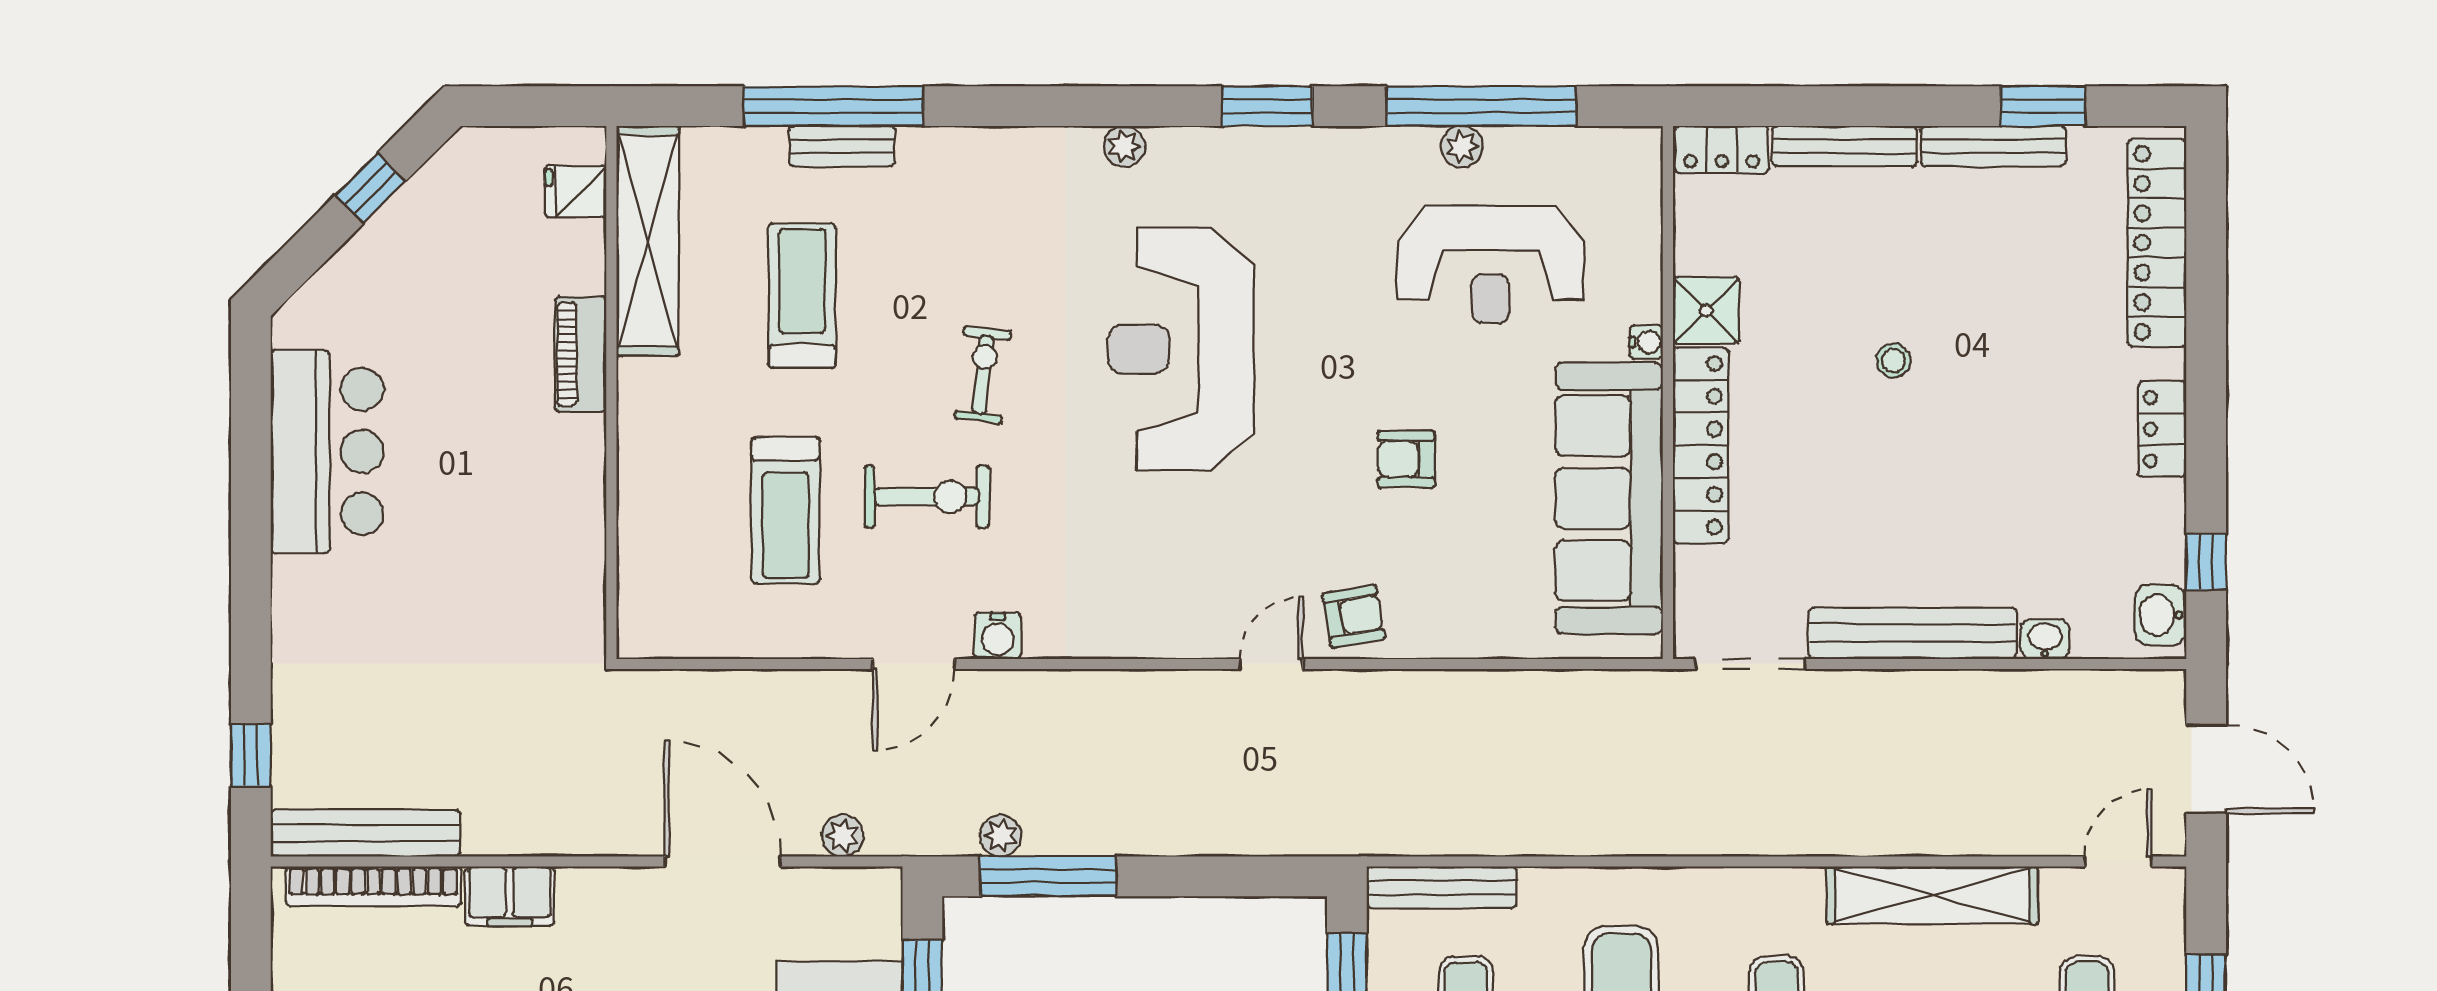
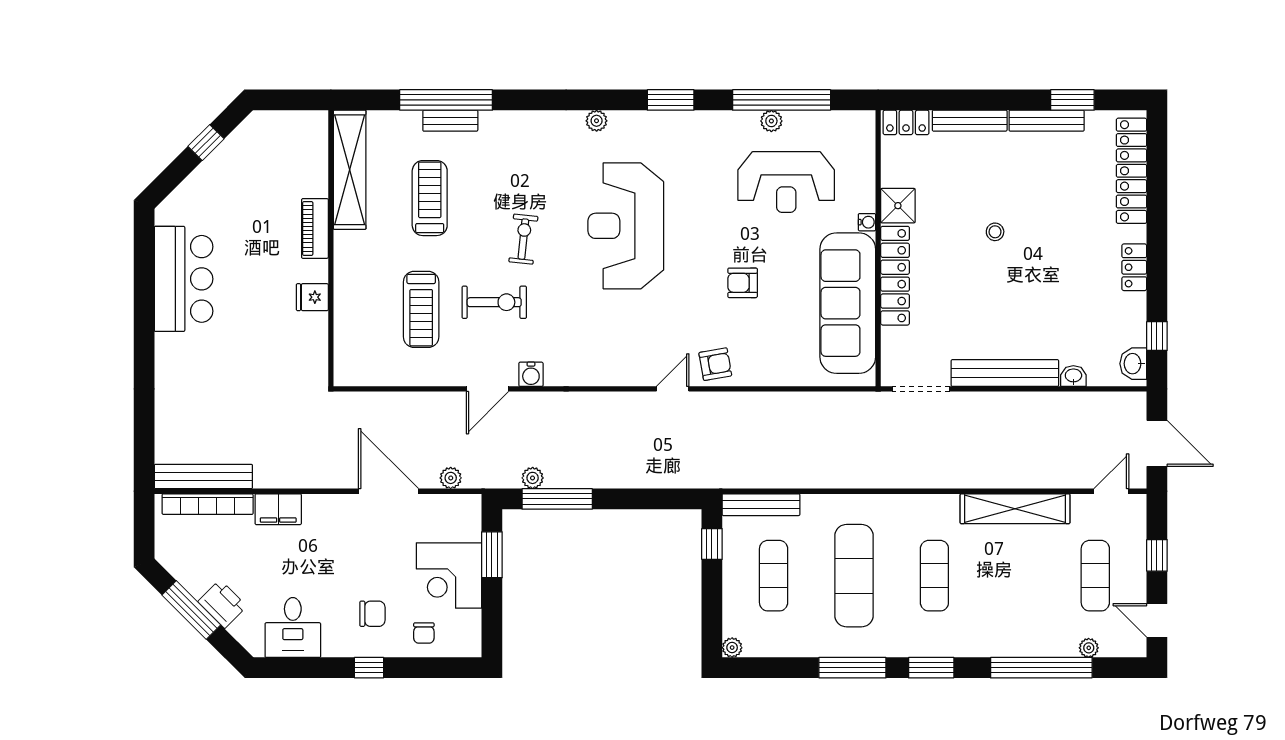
fridge: (575, 191) -> (312, 297), moved
window: (251, 755) -> (144, 436), removed

